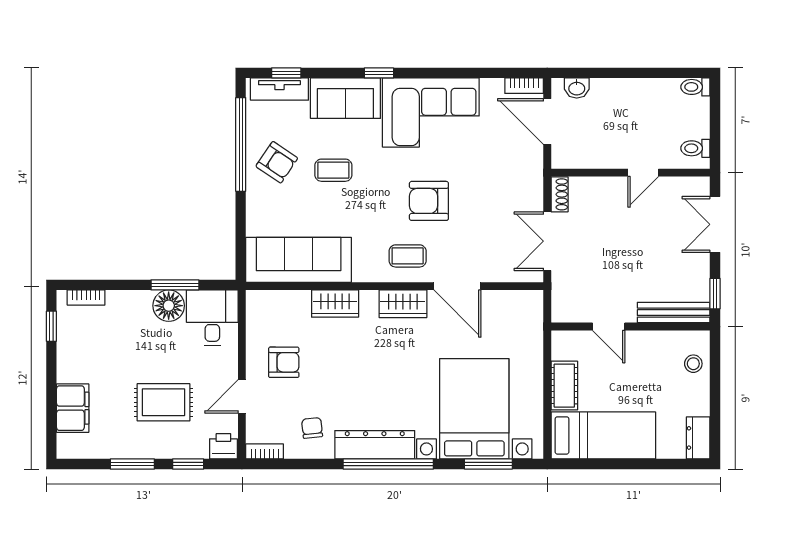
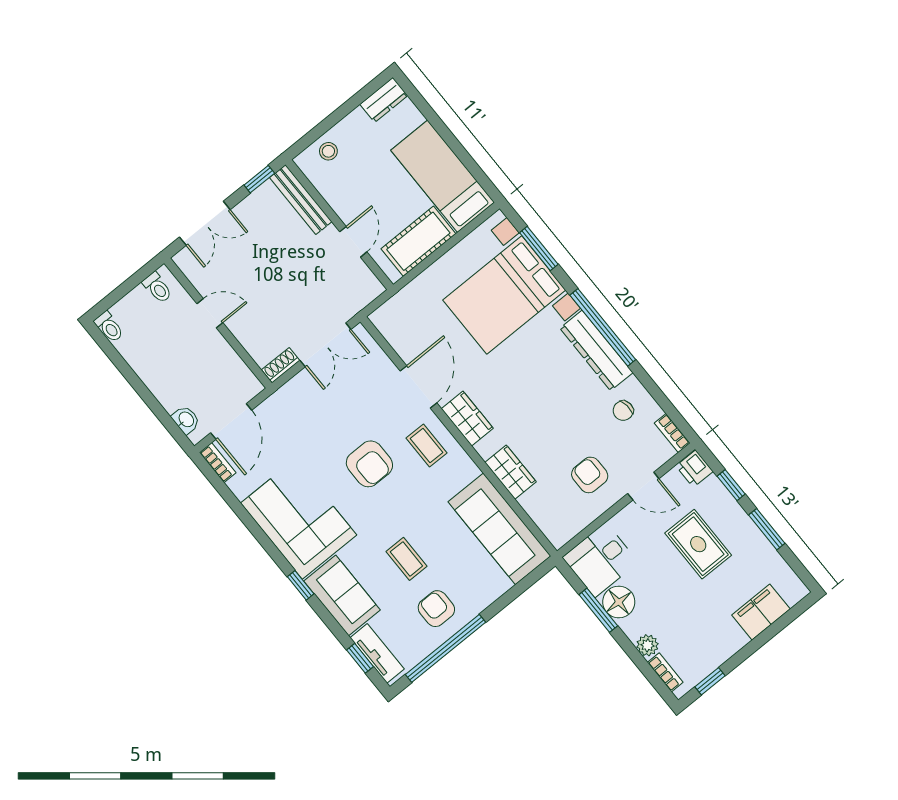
armchair: (277, 162) -> (436, 609), turned -34
plant: (118, 301) -> (647, 645), added
cot: (564, 386) -> (418, 241), width x1.37, depth x1.34

